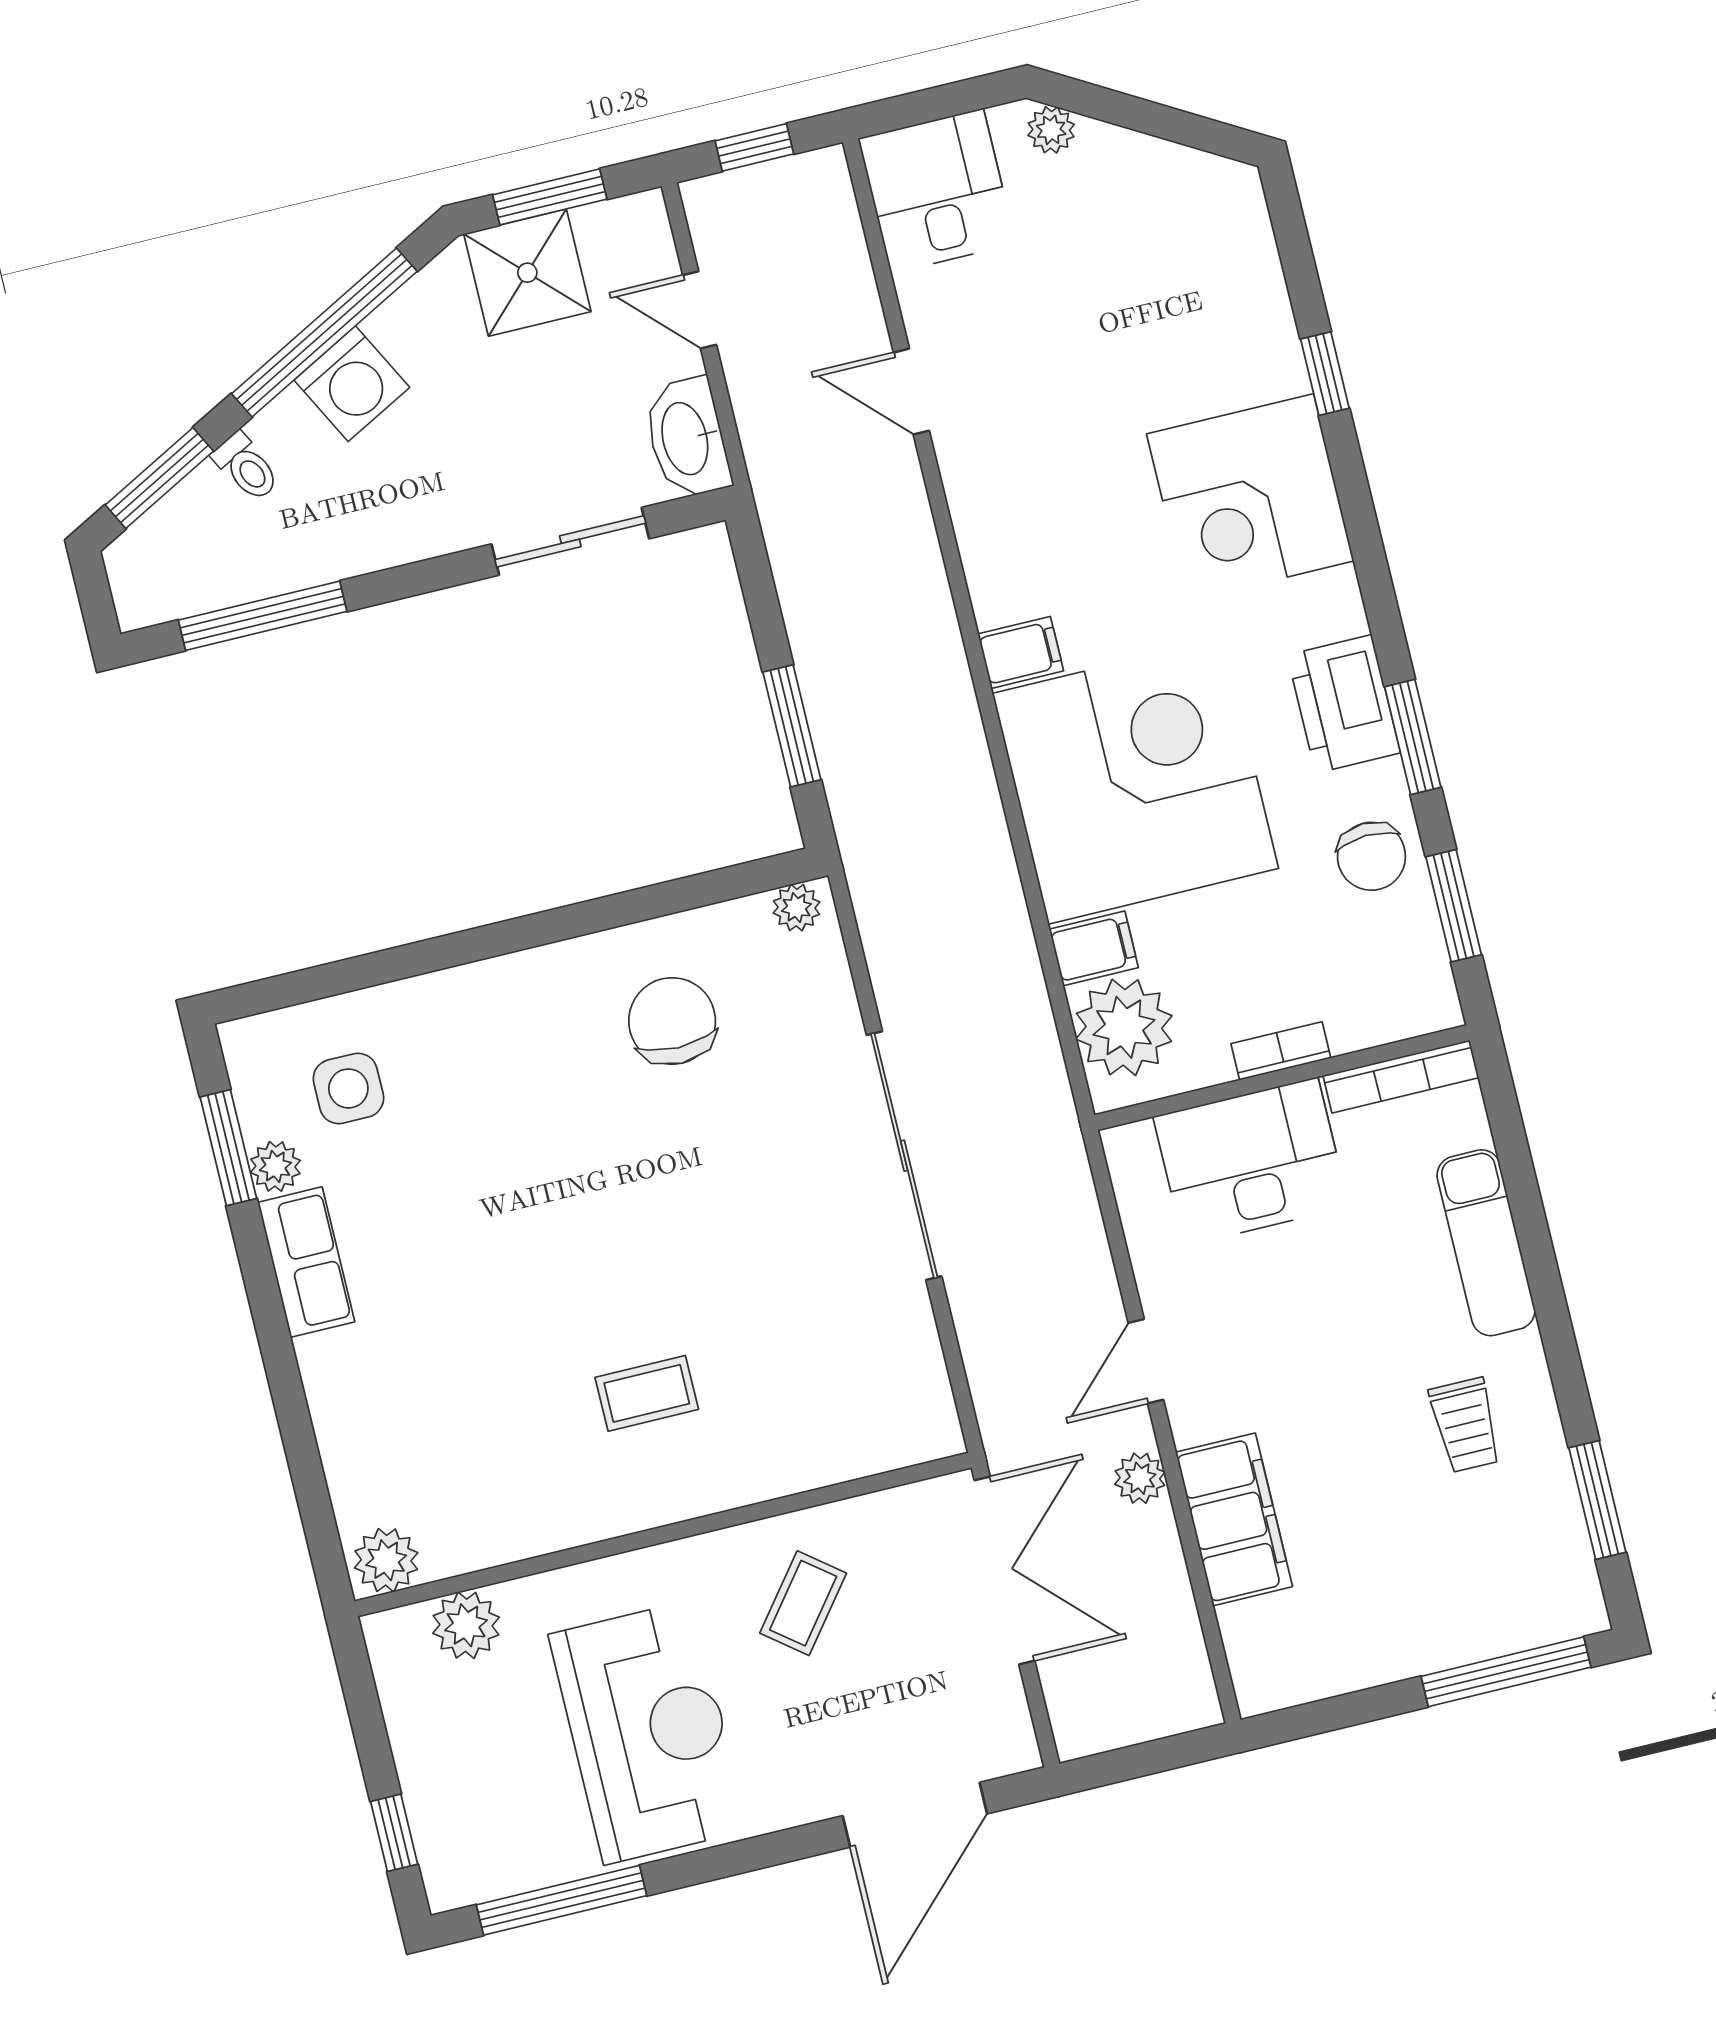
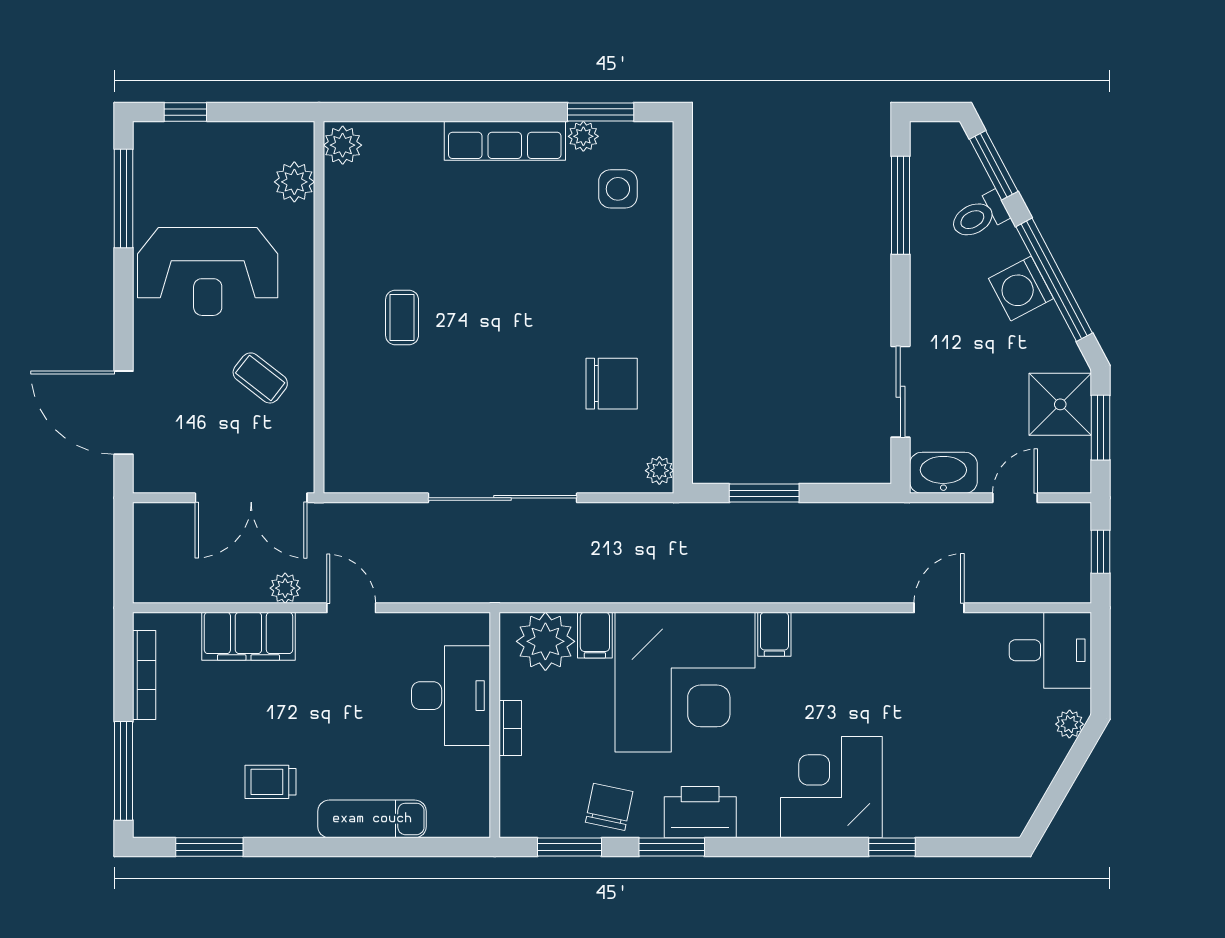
toilet: (246, 467) -> (979, 216), width x1.37, depth x1.39
chair: (1371, 856) -> (609, 807), turned 104
bookcase: (1401, 1076) -> (144, 675), moved, turned 180
row of seats: (306, 1262) -> (505, 141), width x1.48

